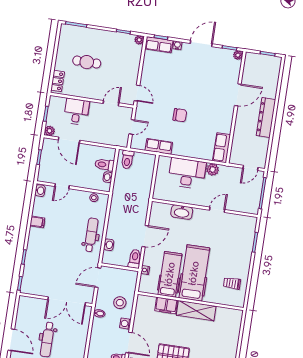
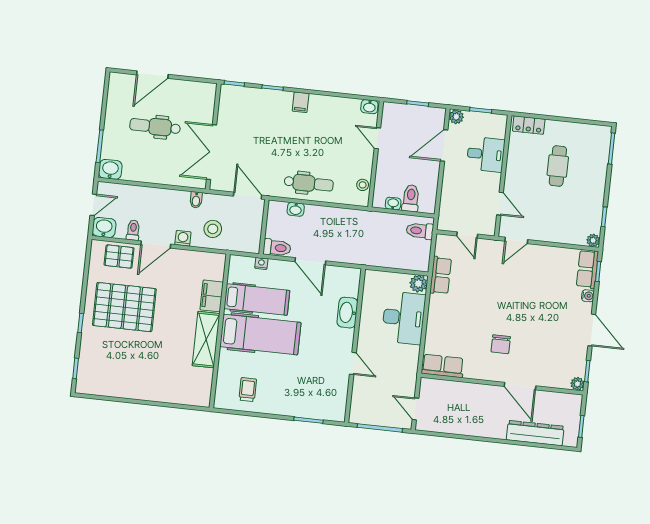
chair: (180, 115) -> (501, 344), moved
dresser: (266, 117) -> (535, 433), moved
plant: (213, 170) -> (418, 284), moved
filing cabinet: (37, 222) -> (301, 102), moved

